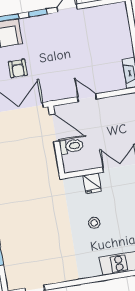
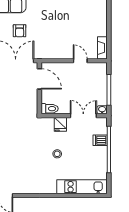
door: (87, 98) -> (80, 61), moved
toilet: (71, 146) -> (50, 109), moved

